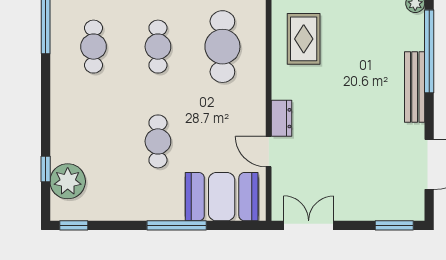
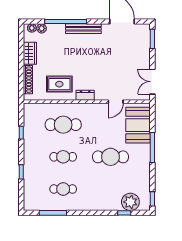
dresser: (281, 118) -> (85, 95), moved
cafe table: (158, 141) -> (110, 157), width x1.37, depth x1.35

